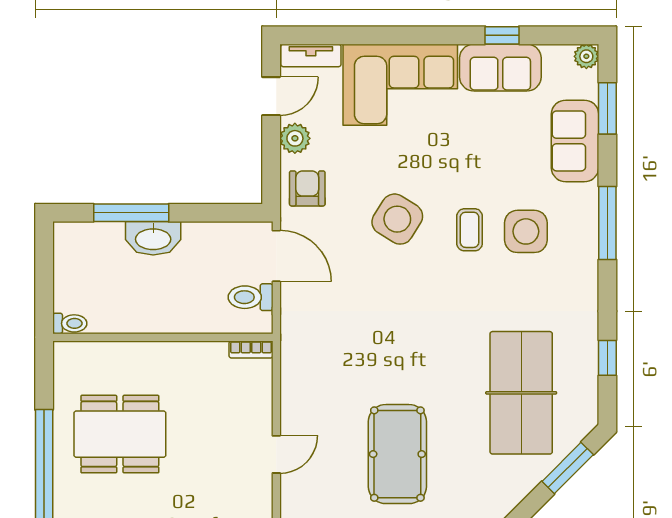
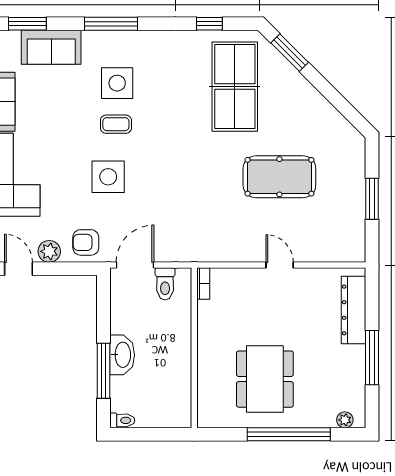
side table: (397, 219) -> (108, 177), turned -32
toilet: (70, 323) -> (122, 420), moved, turned 90
table tennis table: (521, 393) -> (235, 87), turned 90

